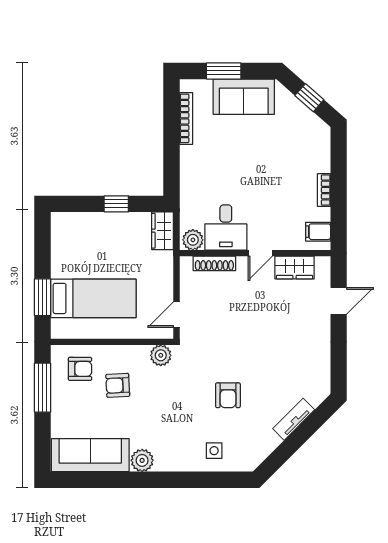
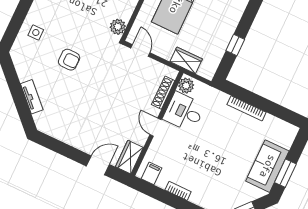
window: (224, 71) -> (285, 173), moved
bookcase: (186, 118) -> (247, 108), moved
wardrobe: (163, 231) -> (186, 60), moved
wardrobe: (295, 268) -> (129, 157), moved
door: (339, 301) -> (98, 165), swing flipped
armchair: (228, 395) -> (69, 60), turned 180

